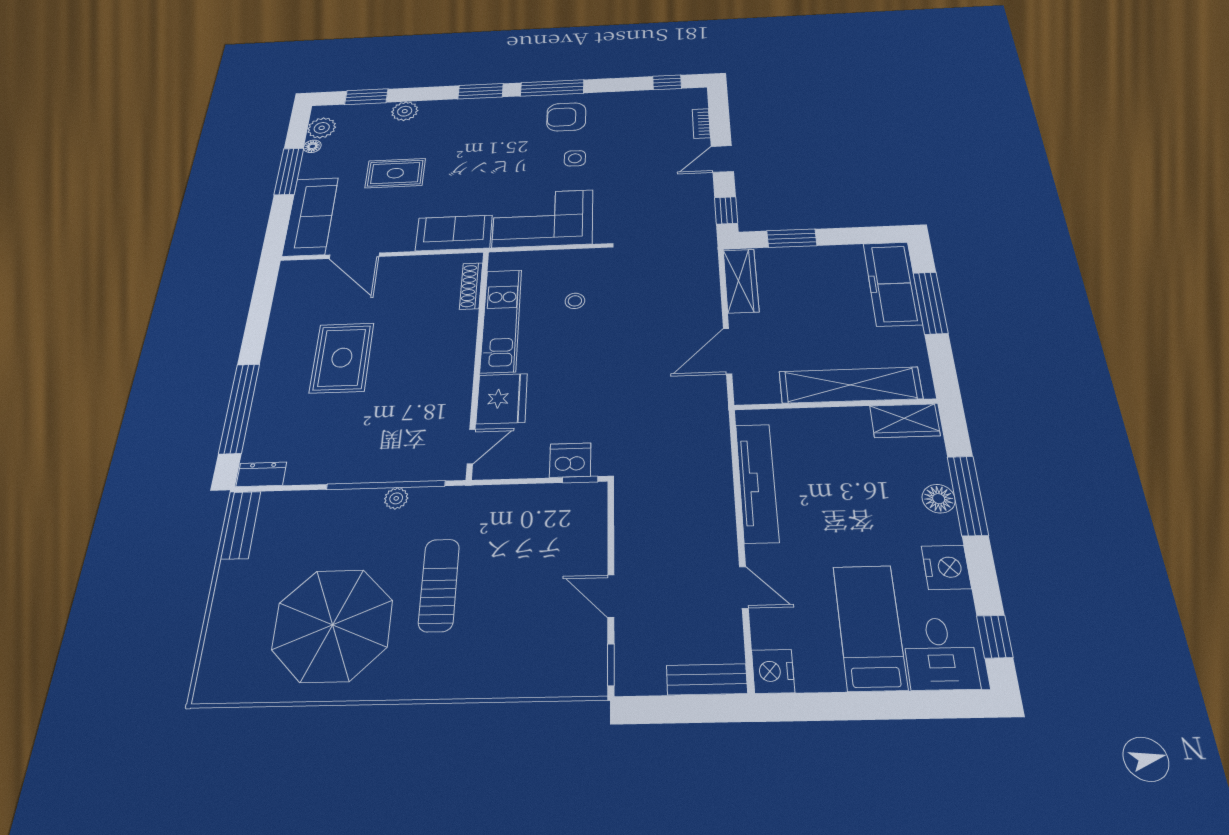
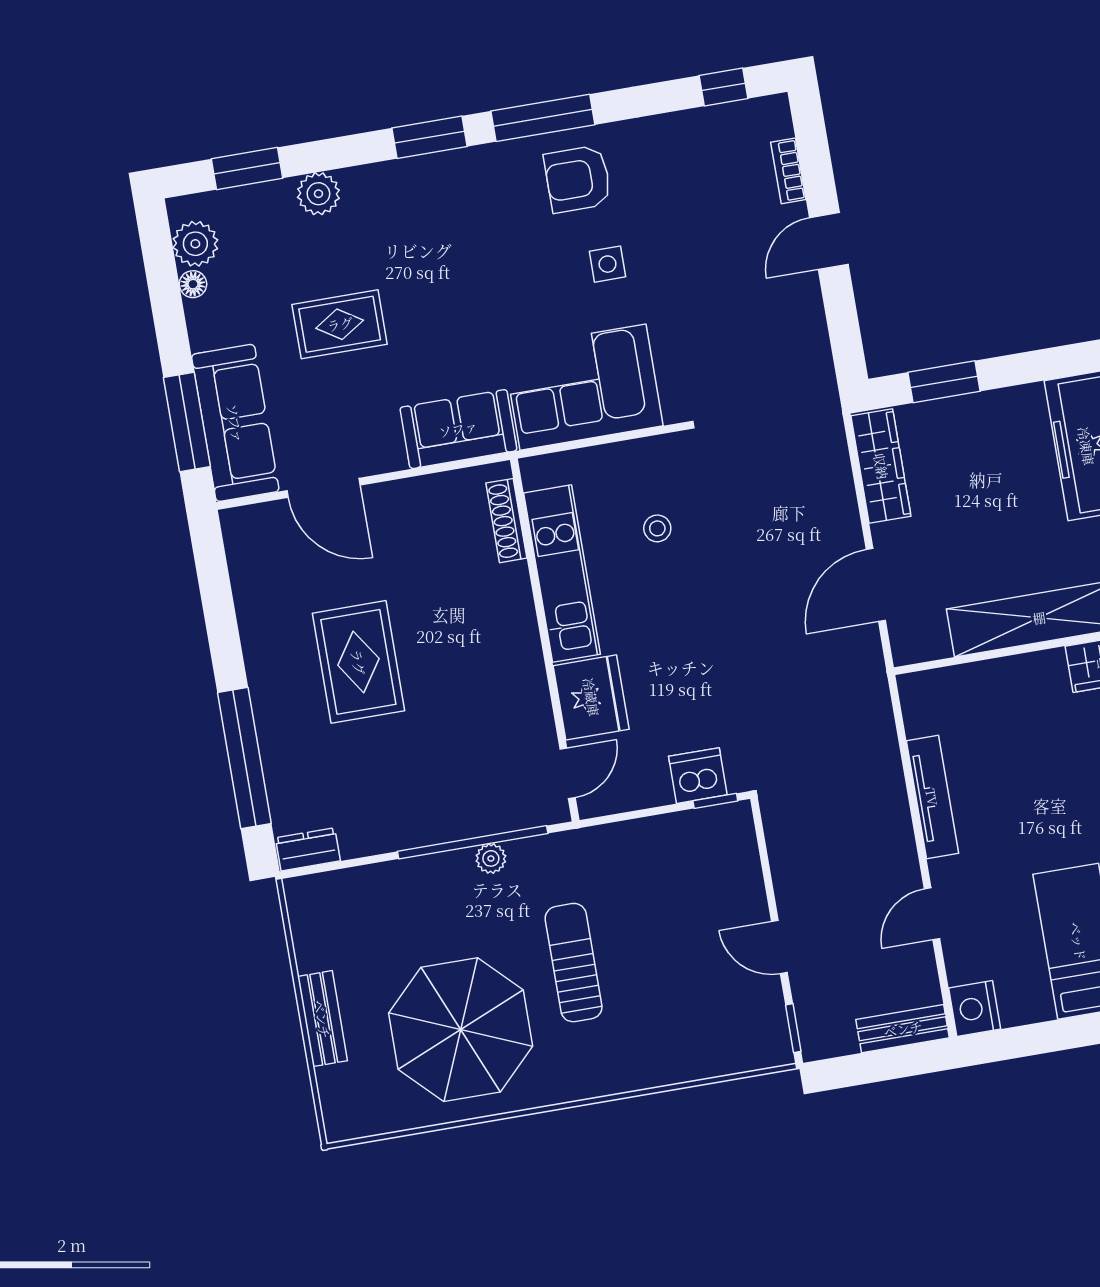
window: (289, 171) -> (187, 422), moved
window: (726, 210) -> (846, 341), removed
tv unit: (757, 482) -> (932, 797), width x0.73, depth x0.78
bench: (241, 525) -> (322, 1019), moved
door: (744, 587) -> (932, 914), swing flipped

